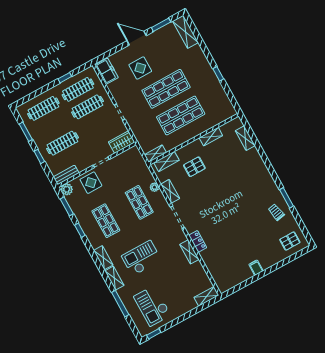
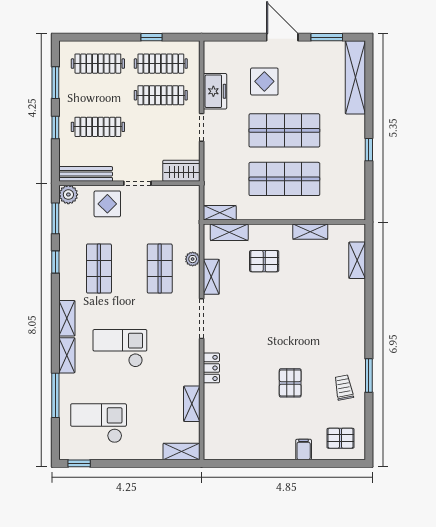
shelving: (185, 32) -> (355, 77), width x1.47
freezer: (107, 71) -> (215, 91), moved
bench: (66, 175) -> (86, 174), width x1.36
pallet: (246, 226) -> (290, 383), added
shelving: (189, 252) -> (192, 404), moved
filing cabinet: (256, 268) -> (304, 449), moved
checkout: (152, 306) -> (99, 423), turned 90

